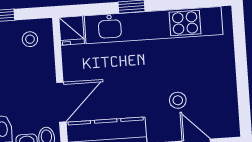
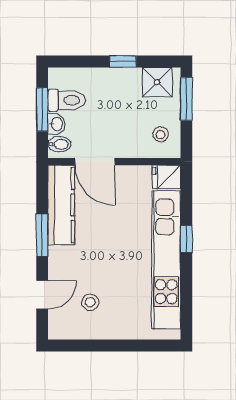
stool: (178, 100) -> (90, 302), moved

